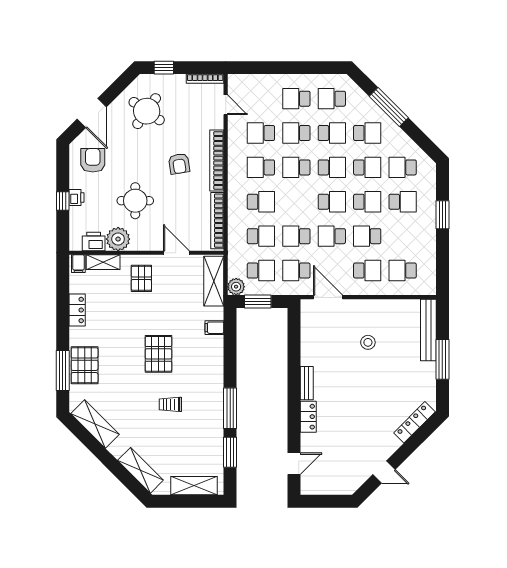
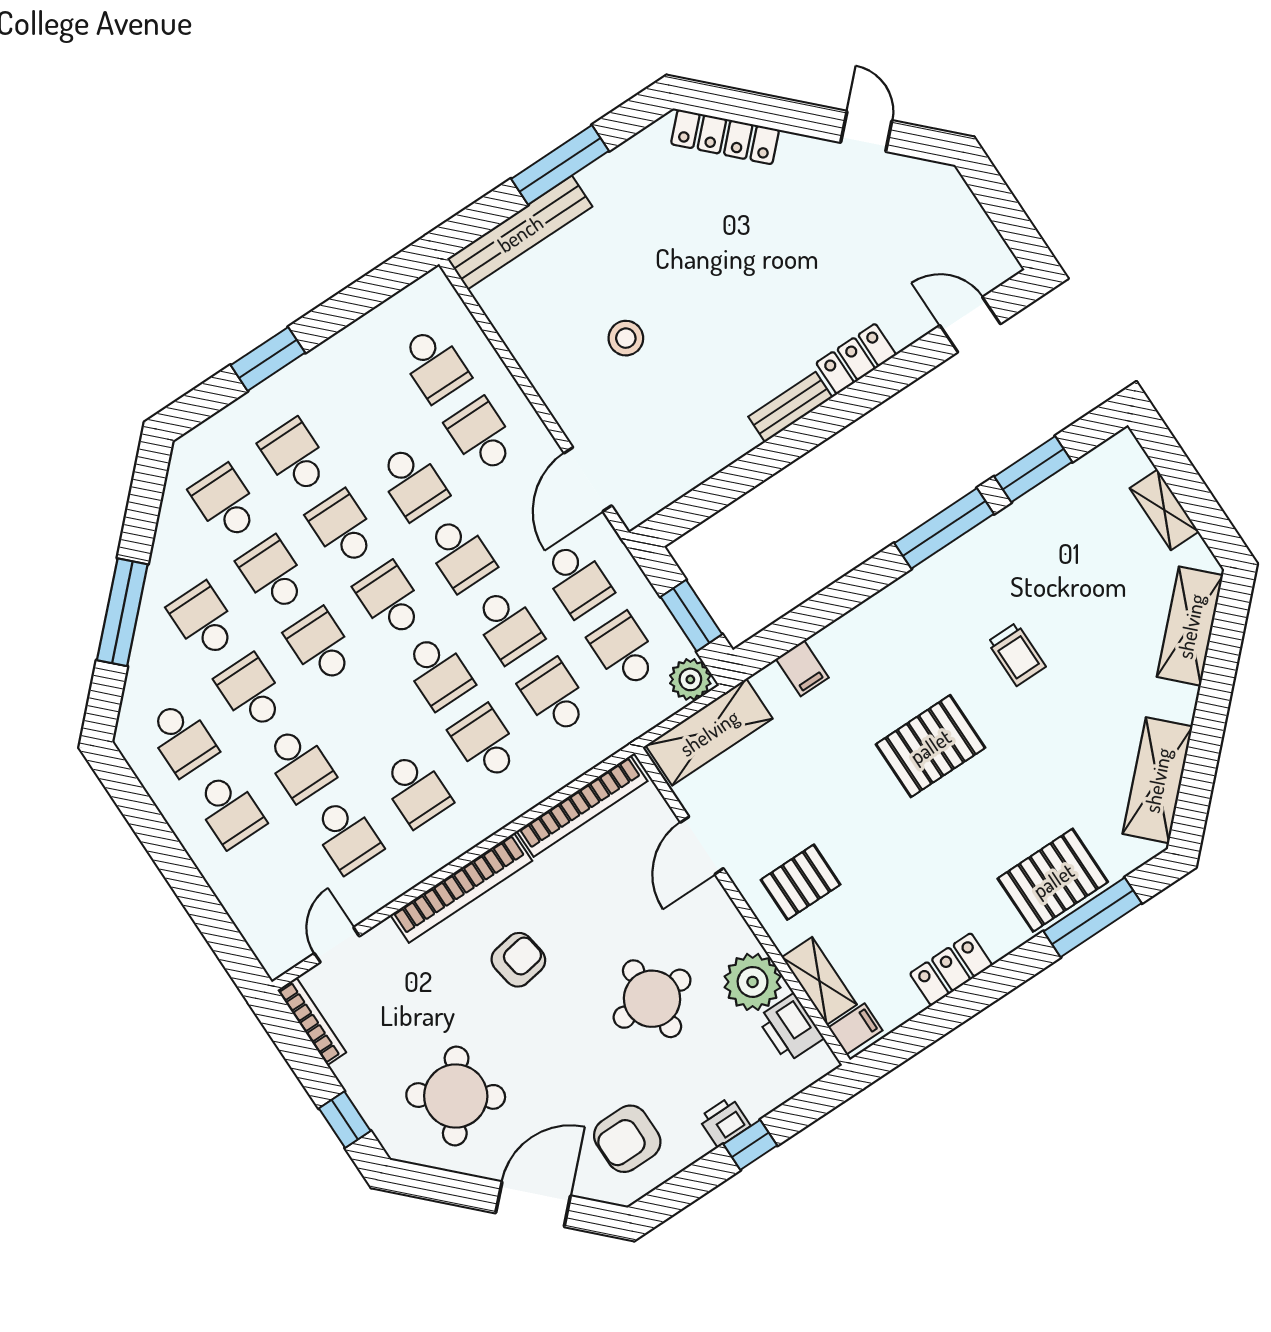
school desk: (296, 167) -> (438, 672), moved
school desk: (403, 167) -> (226, 503), turned 180
shelving: (194, 486) -> (1164, 510), width x0.67, depth x0.75

